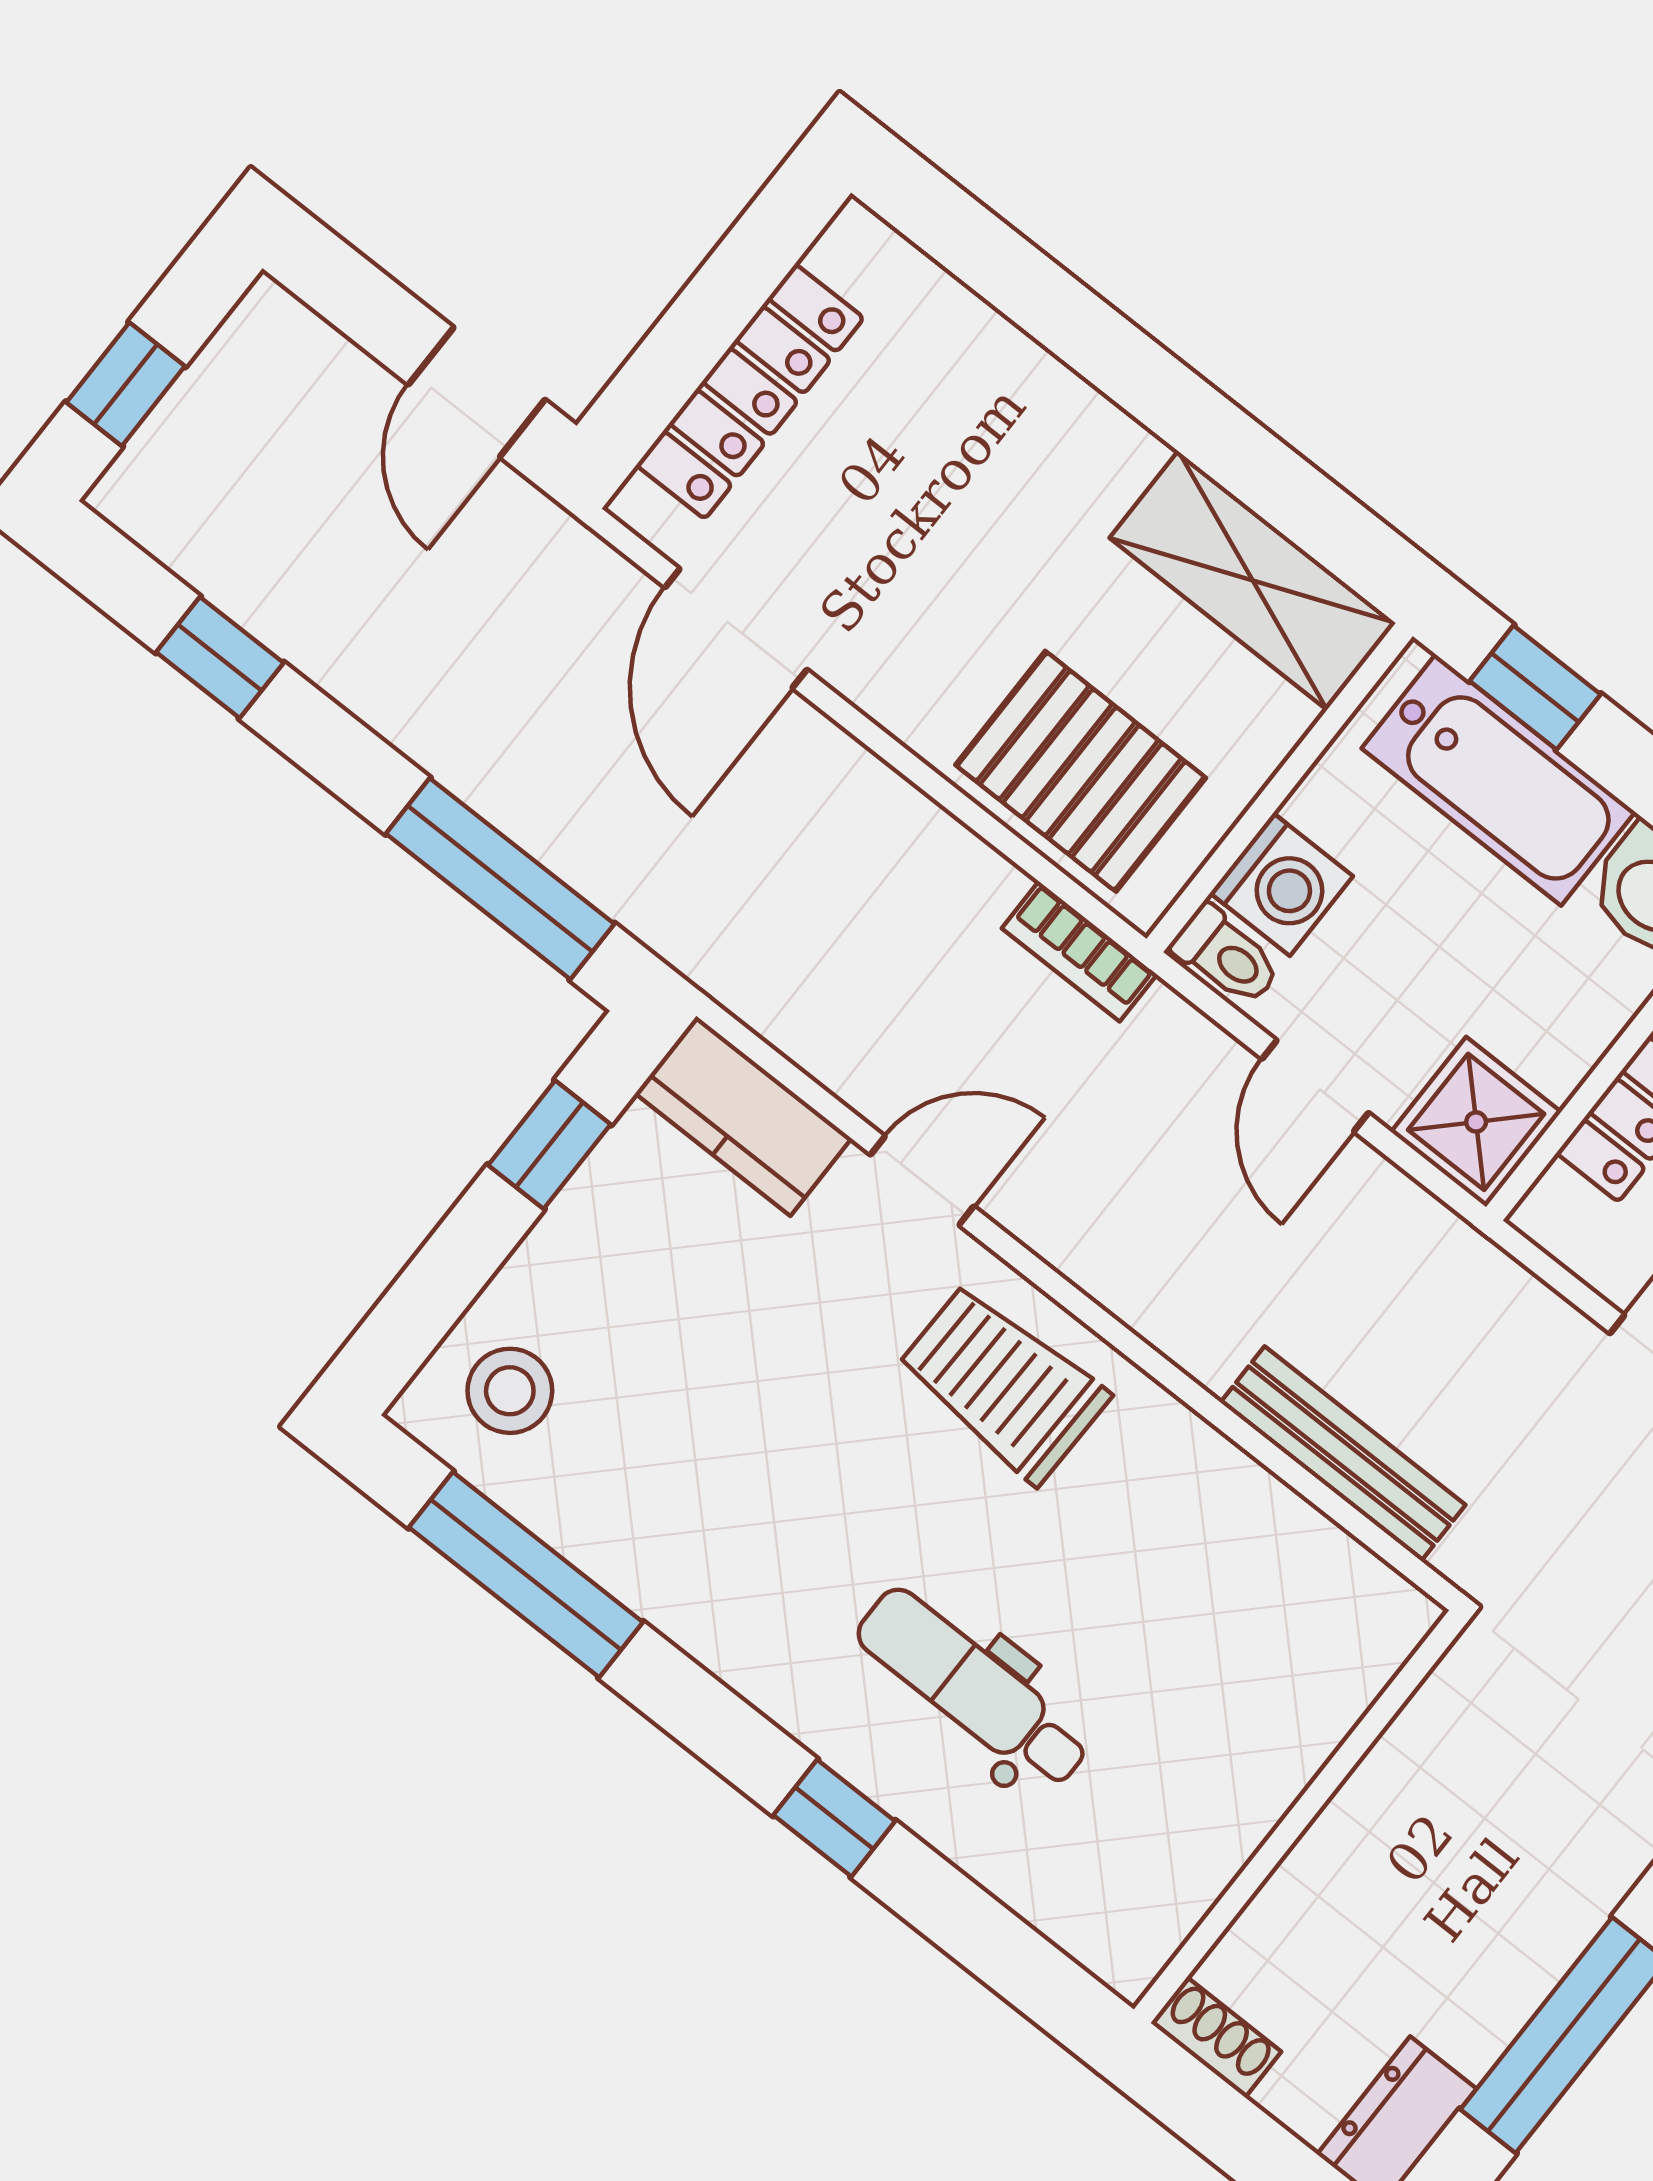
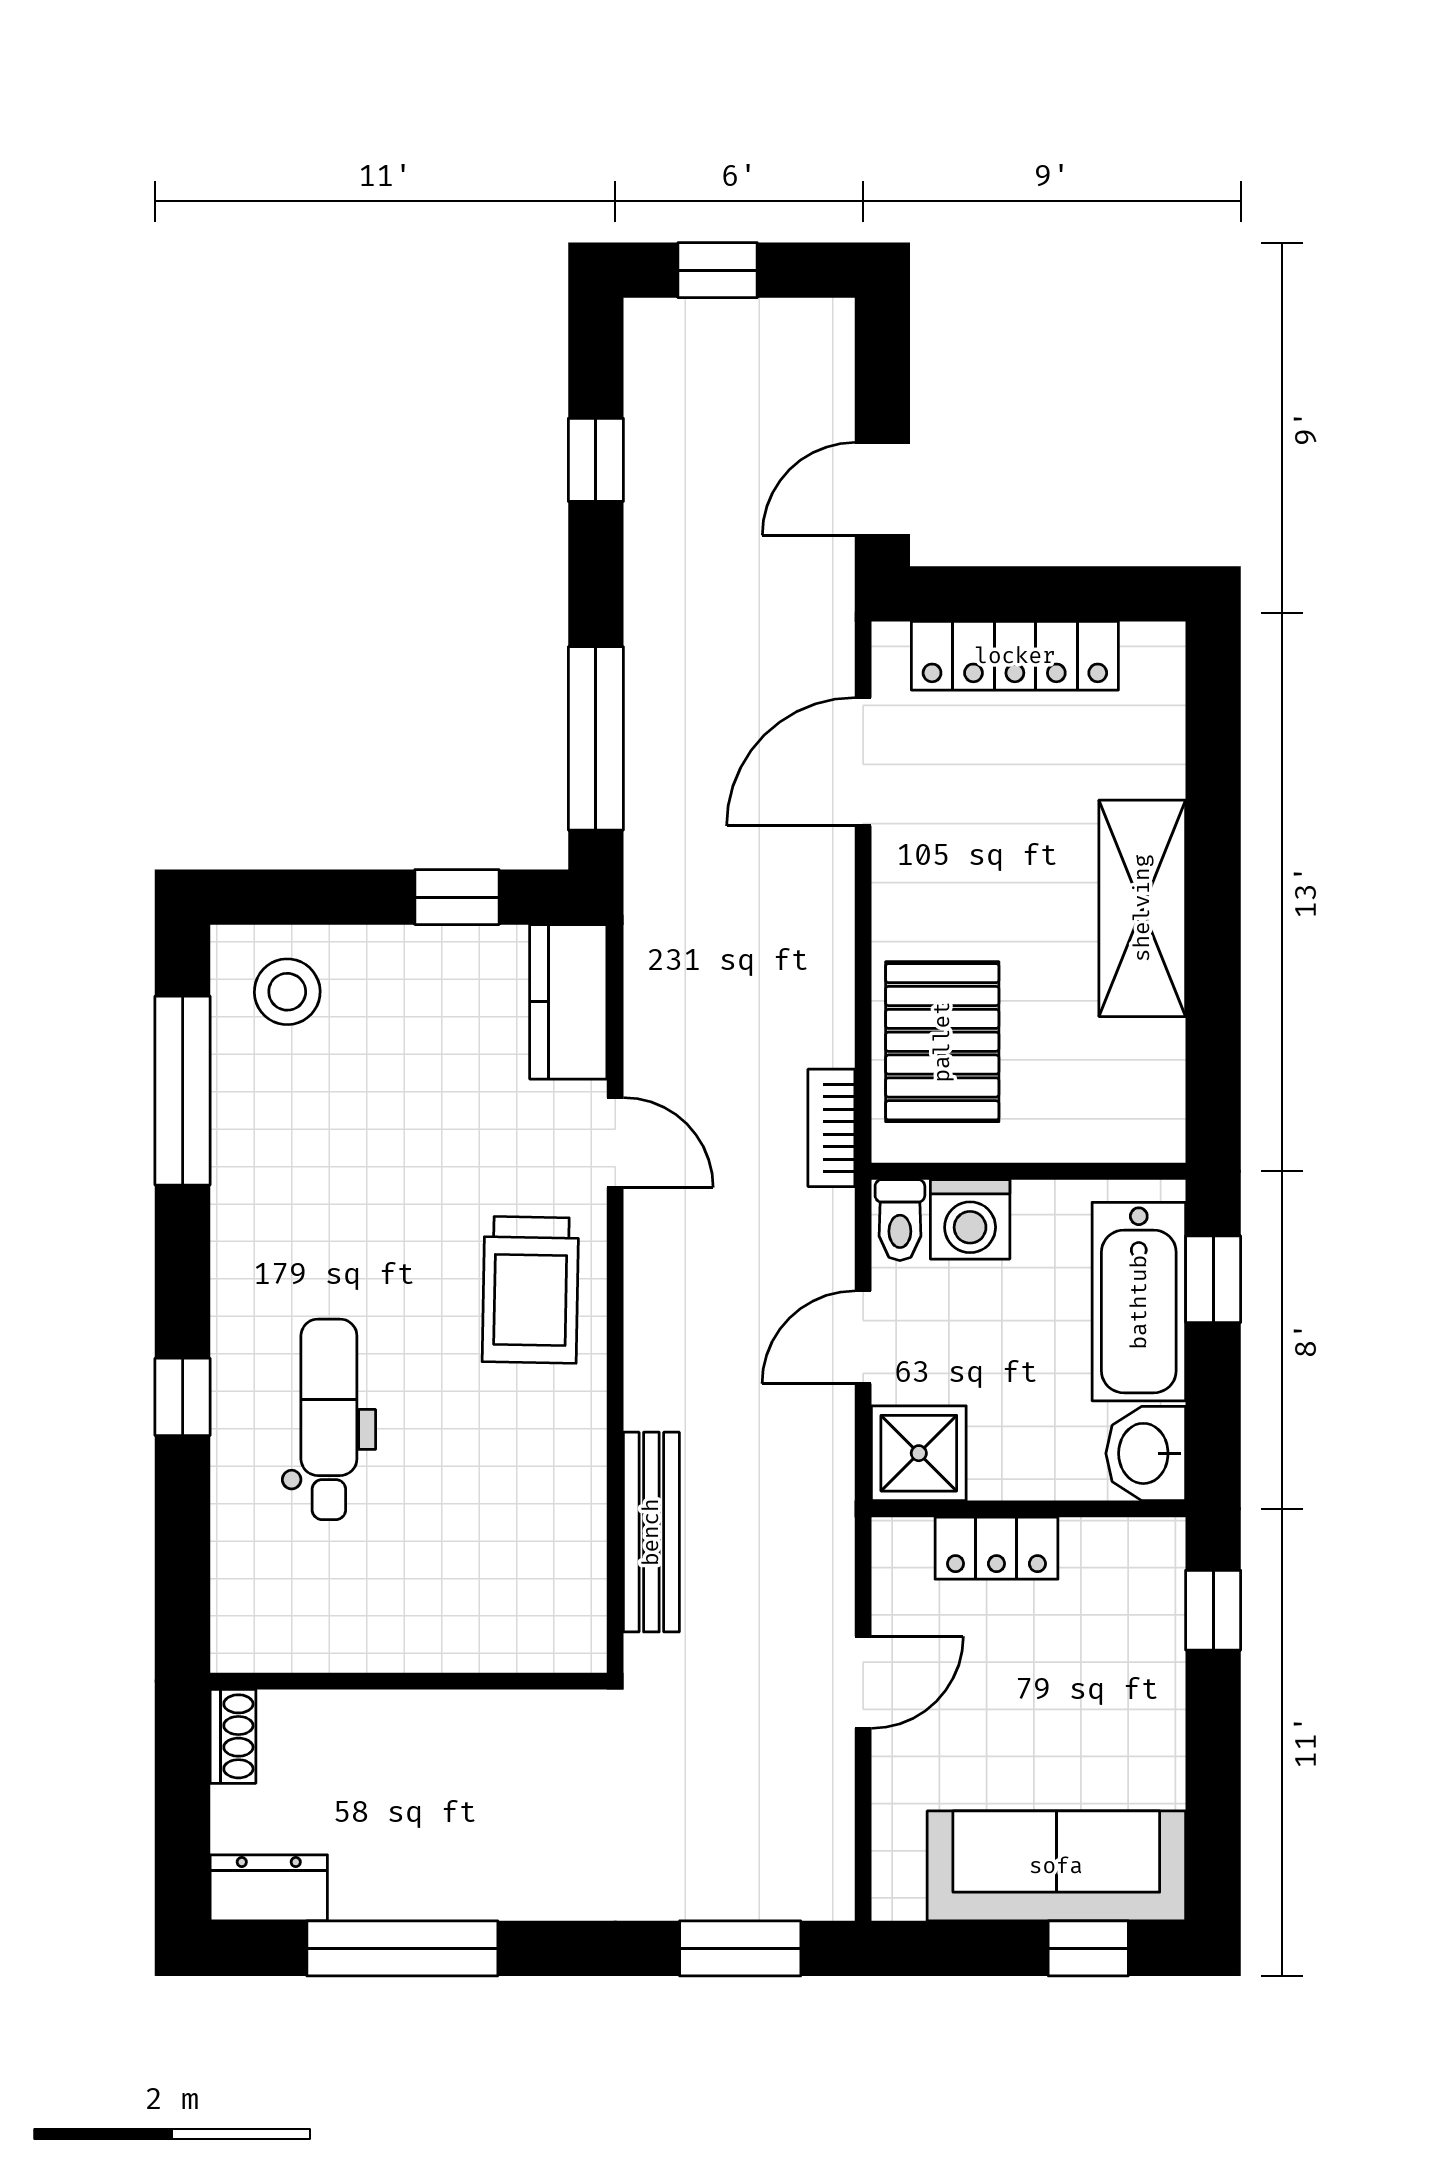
shelving: (1253, 580) -> (1142, 908), moved
trolley: (1003, 1383) -> (530, 1290), turned 180

